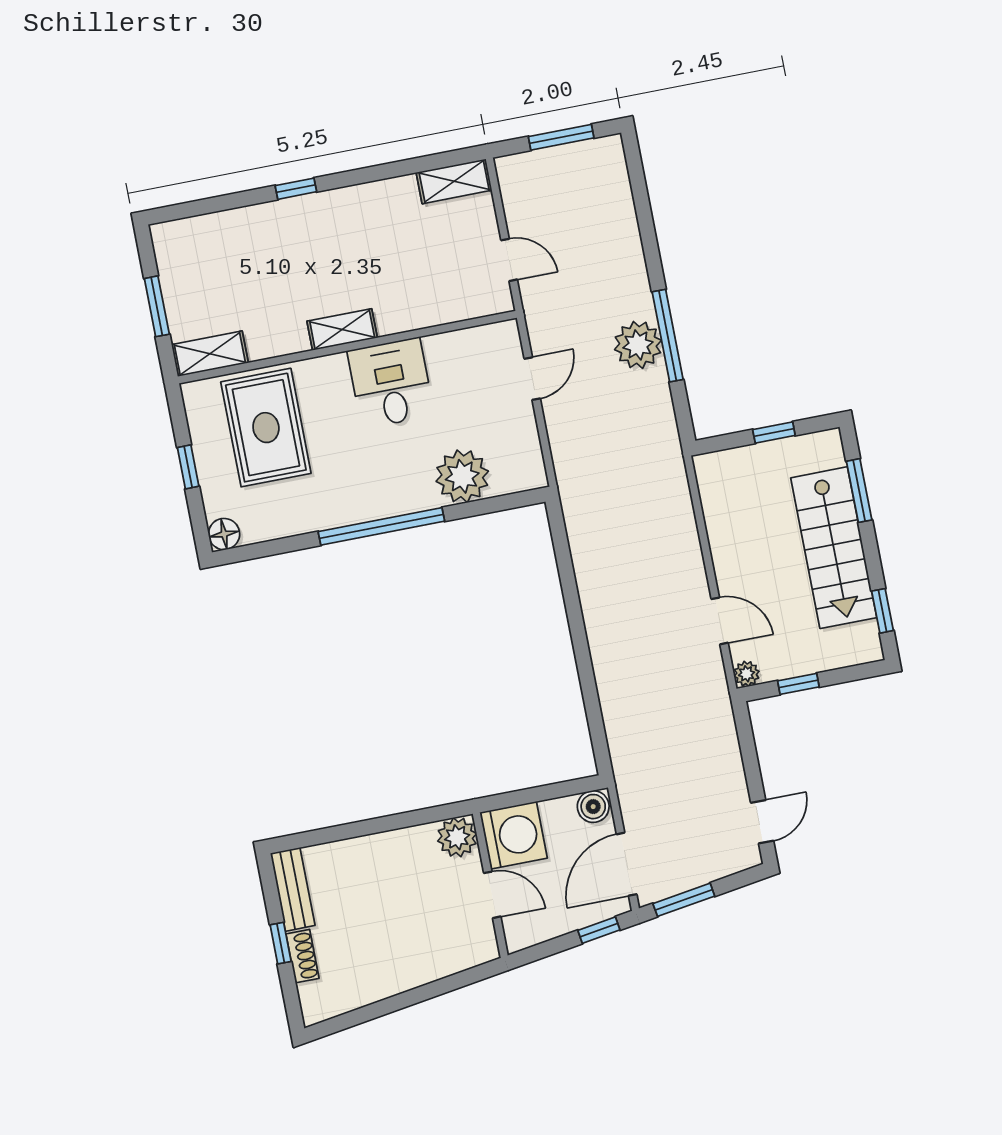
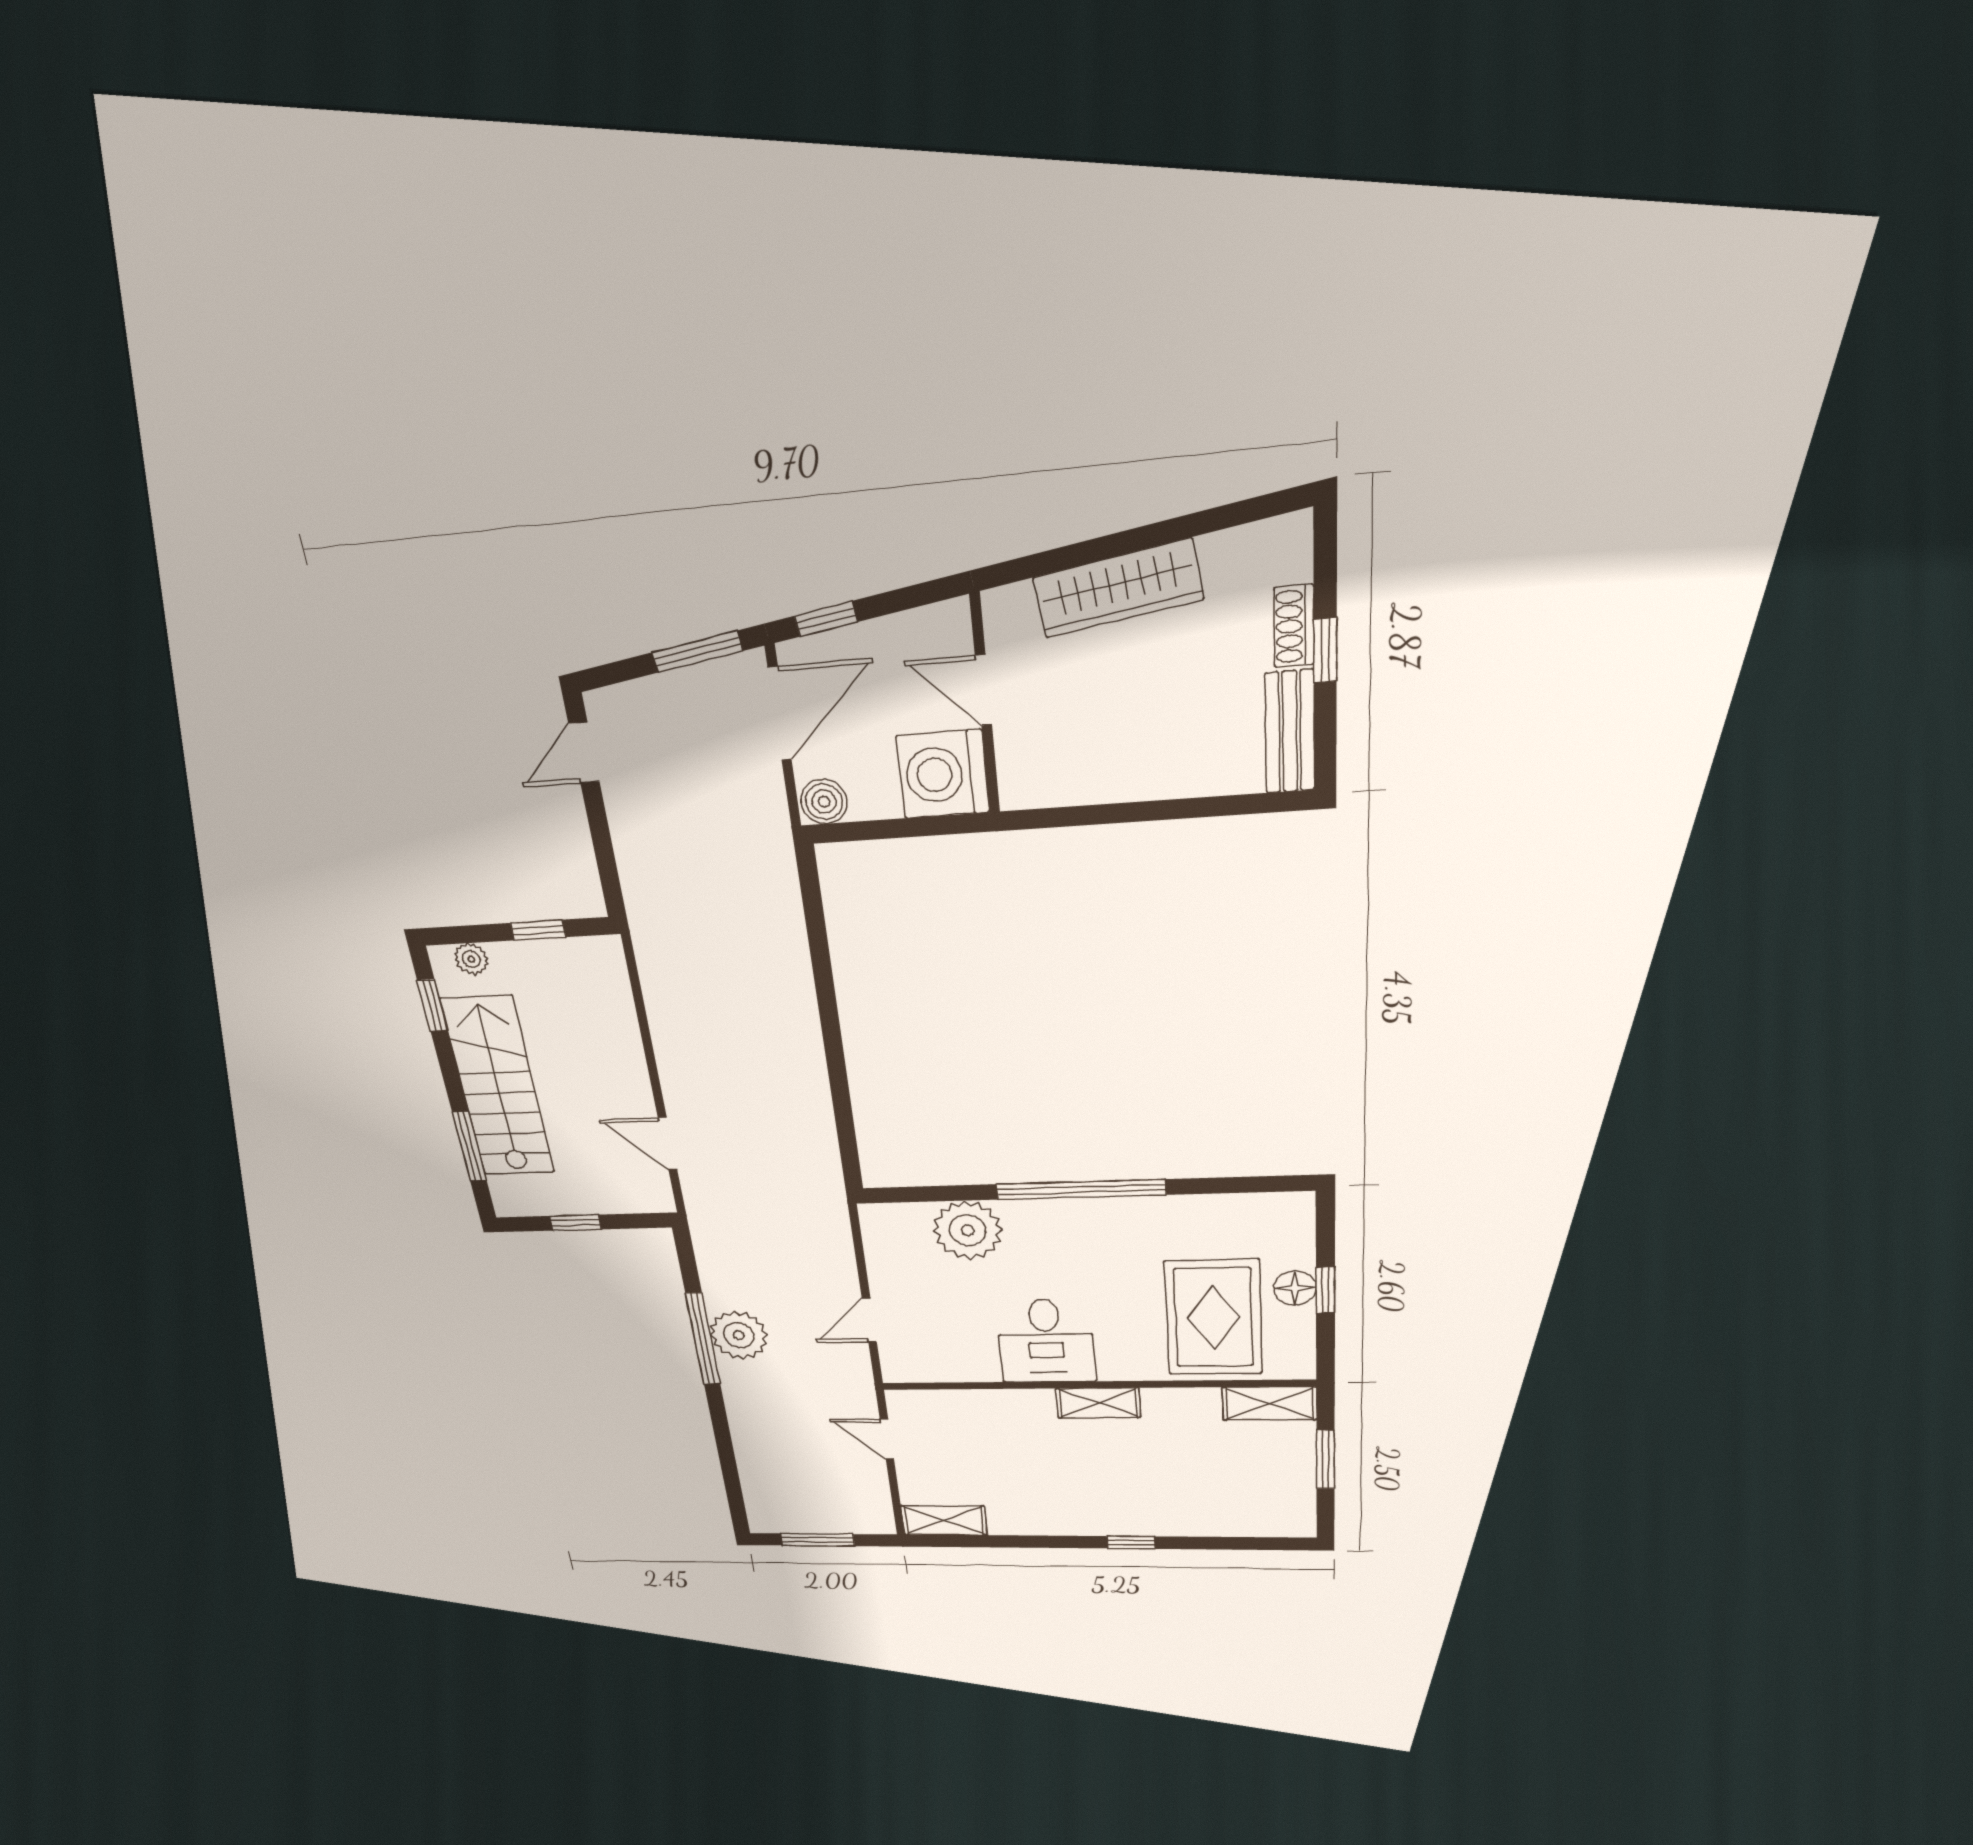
floor lamp: (224, 534) -> (1295, 1288), moved
door: (720, 621) -> (668, 1144), moved
plant: (747, 674) -> (471, 959), moved
plant: (457, 837) -> (1027, 781), removed
wardrobe: (414, 968) -> (1118, 588), added

